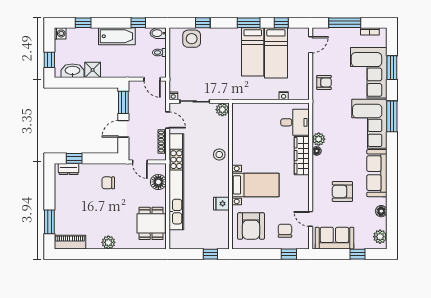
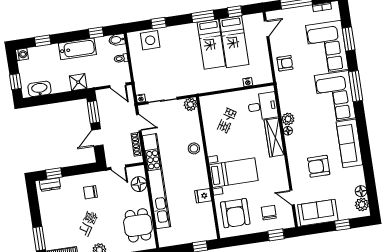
shower: (93, 70) -> (78, 82), moved
floor lamp: (381, 211) -> (361, 191), moved

